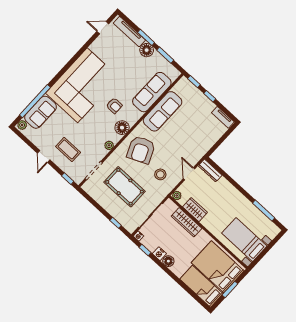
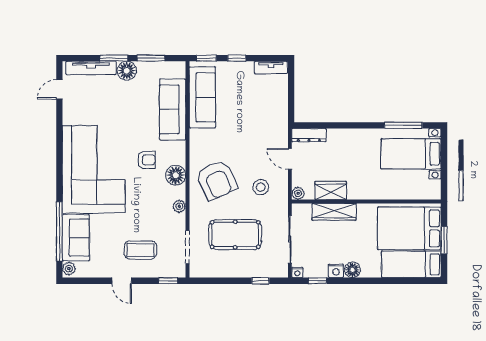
sofa: (163, 111) -> (202, 97), moved
bed with nightstands: (244, 240) -> (411, 154), moved

